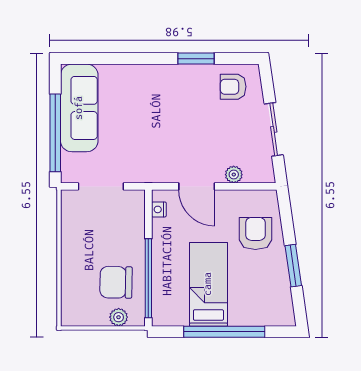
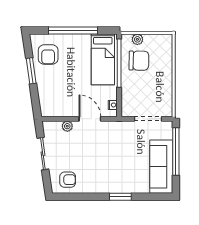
window: (196, 59) -> (120, 197), moved
armchair: (255, 233) -> (48, 54), moved
bed: (208, 284) -> (103, 59), moved

